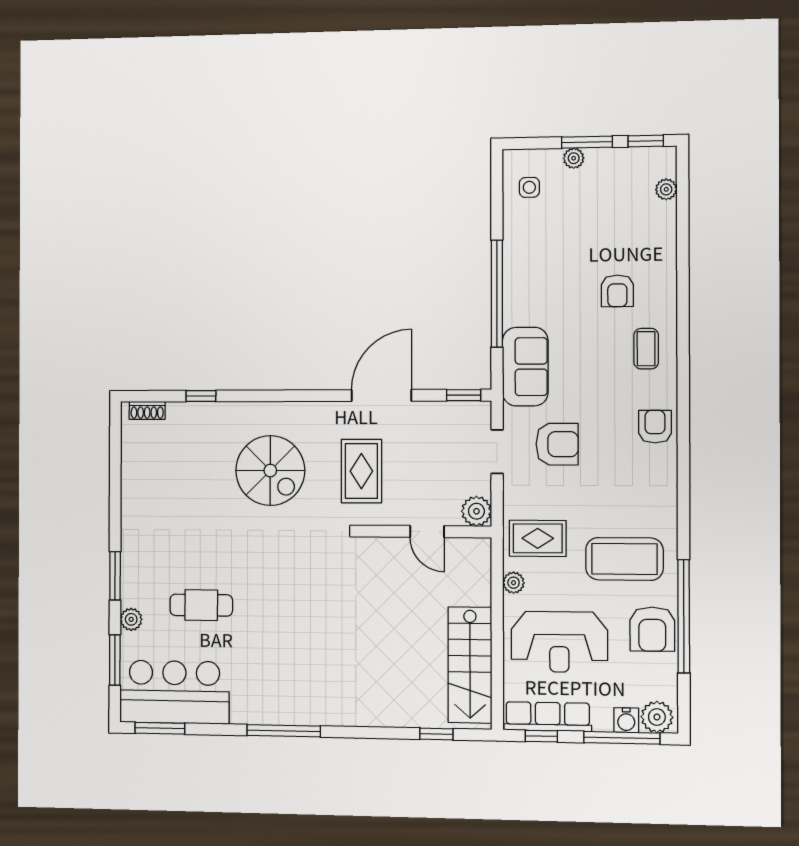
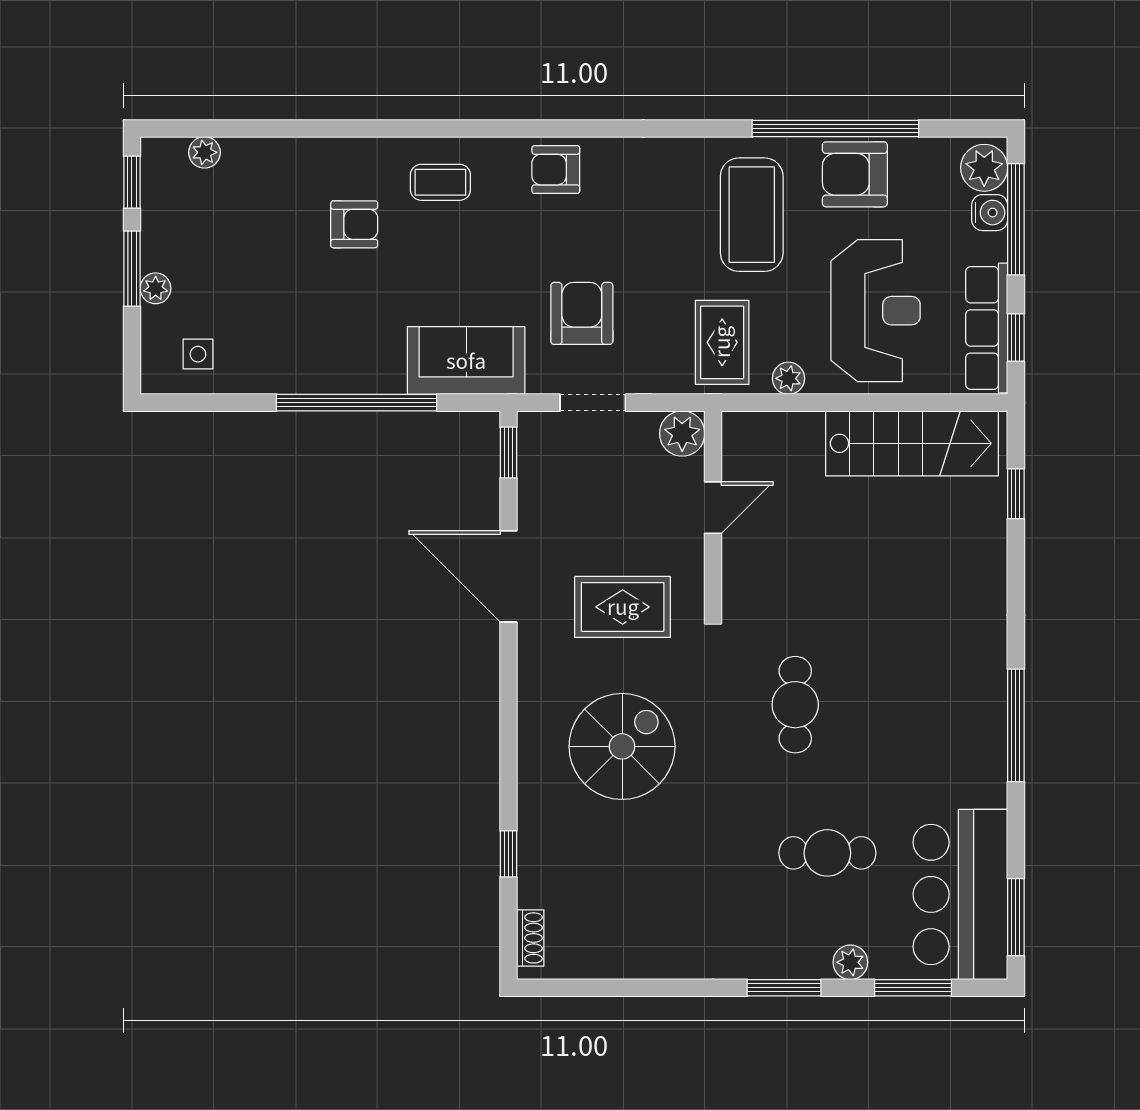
cafe table: (297, 585) -> (795, 705), added
cafe table: (201, 605) -> (827, 853), turned 90
armchair: (652, 629) -> (855, 174), turned 180

